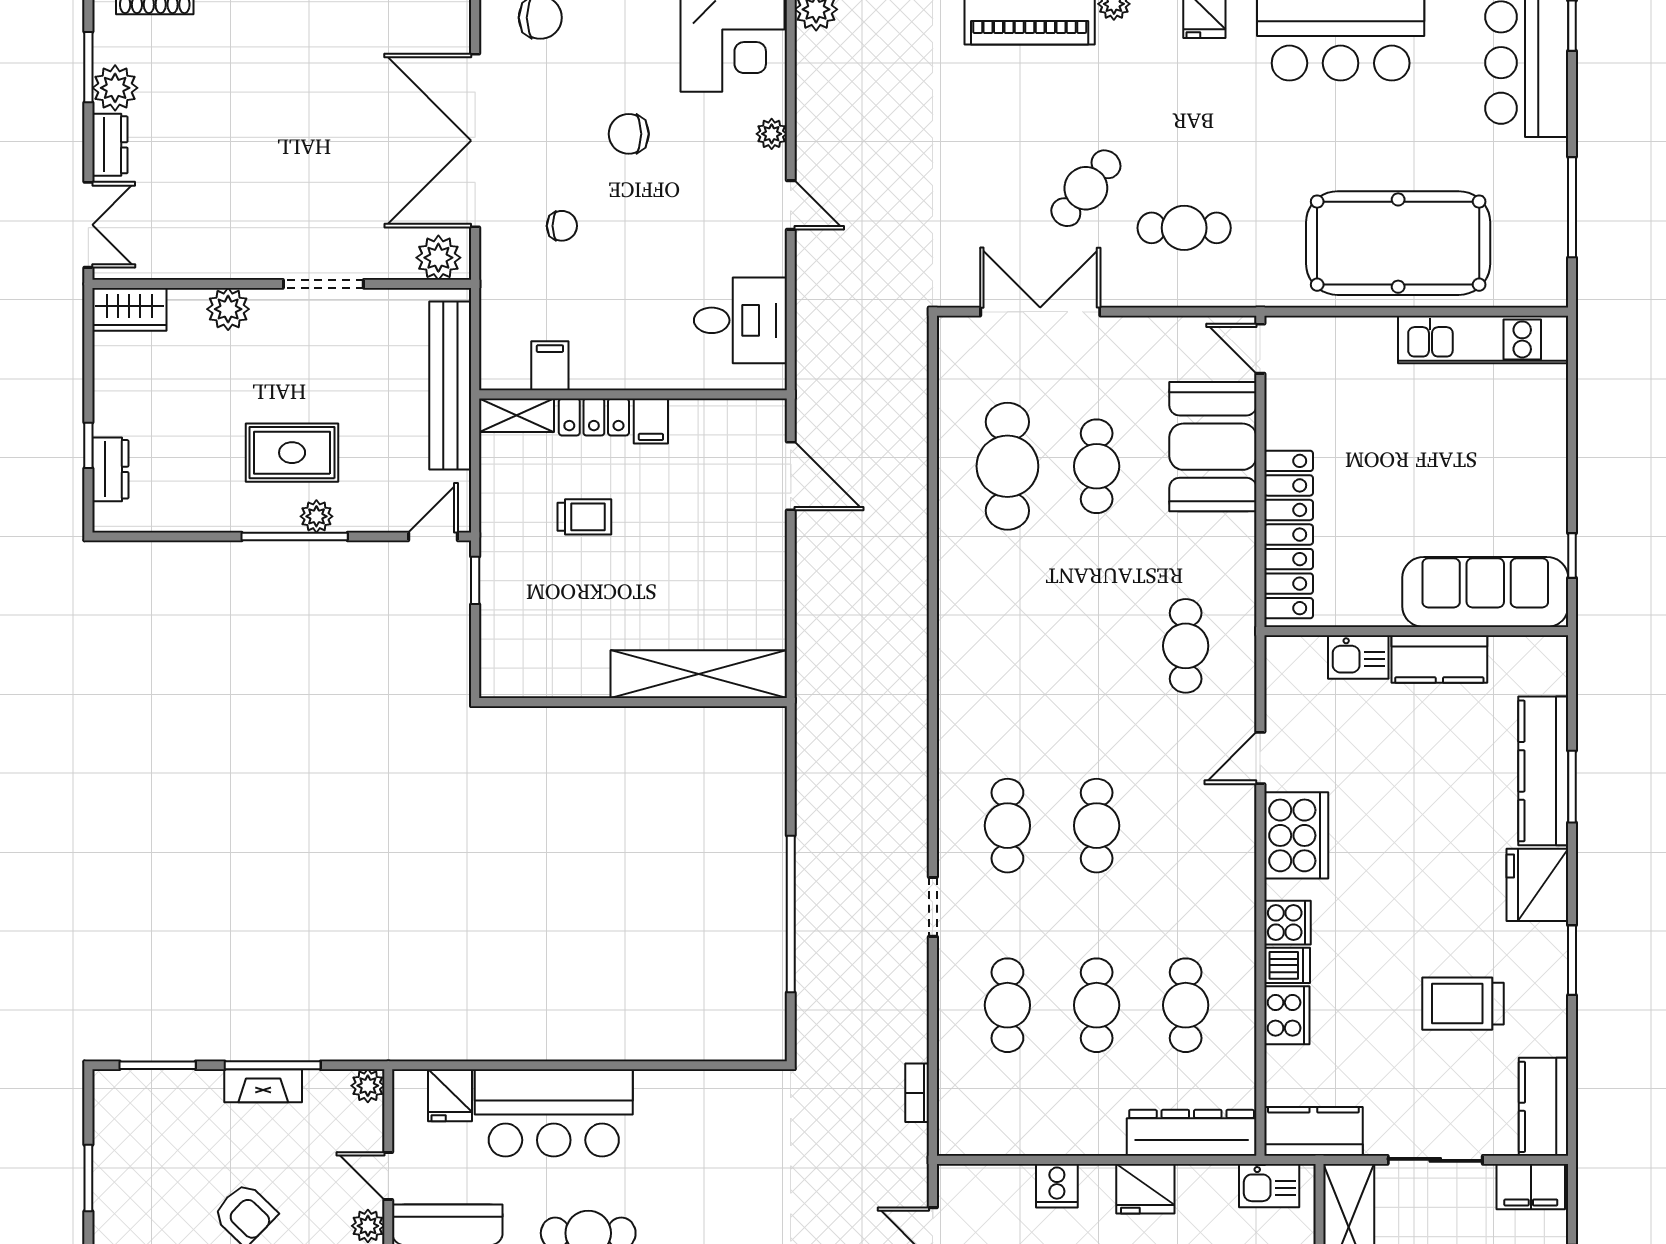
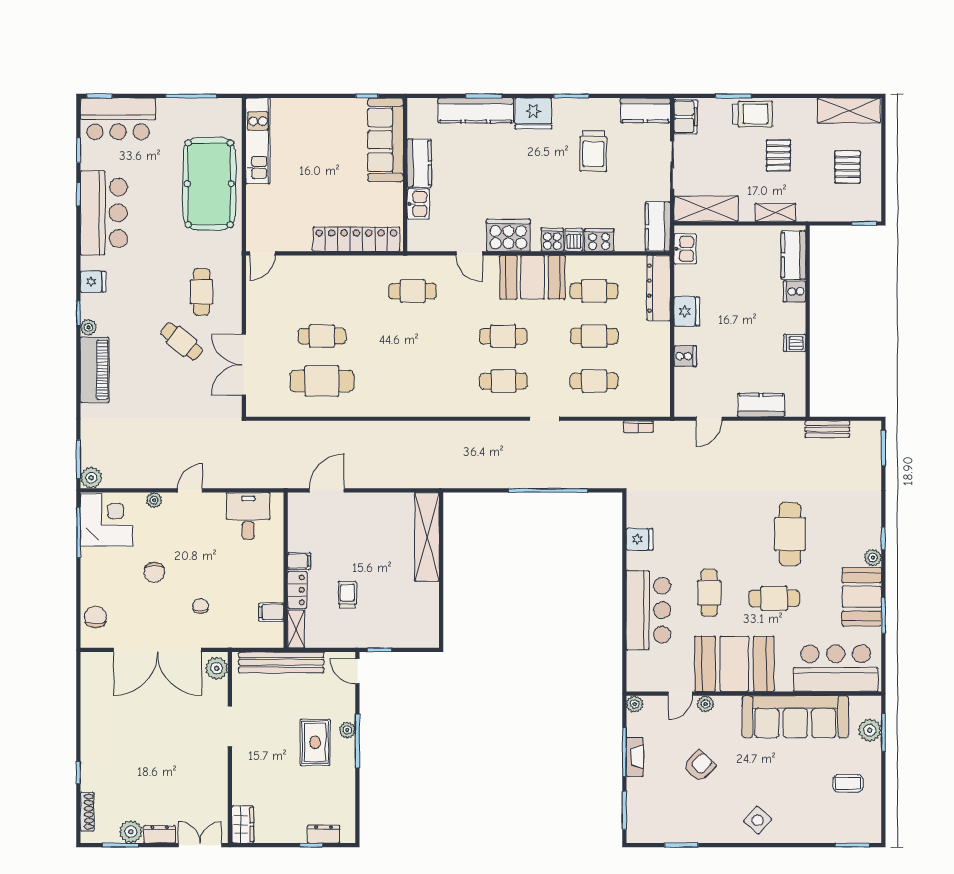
plant: (228, 309) -> (243, 775), removed
booth: (1213, 447) -> (533, 277), moved
fridge: (450, 1095) -> (640, 539), moved

